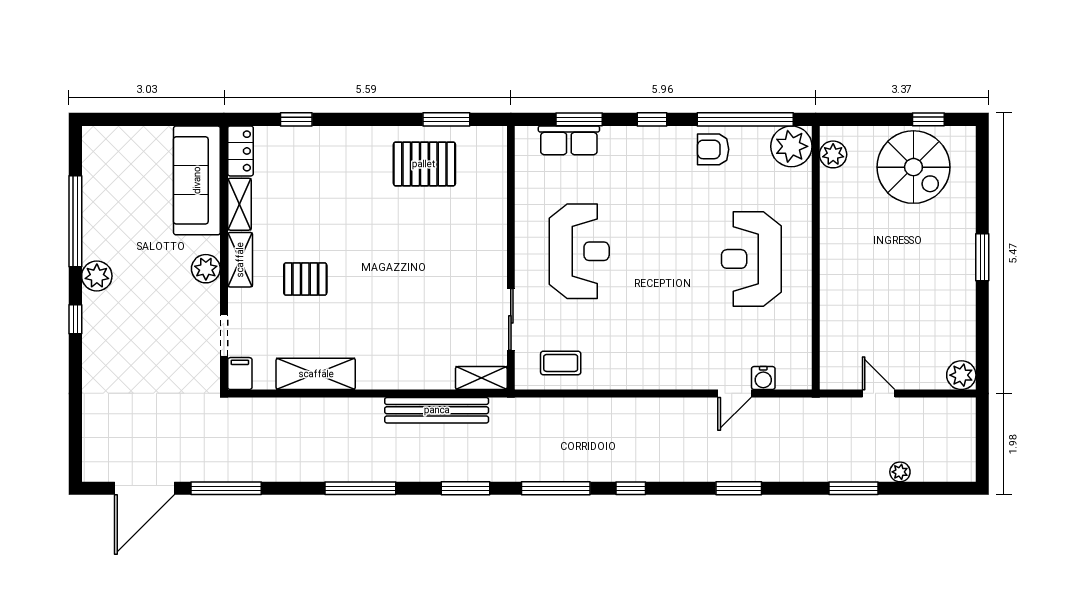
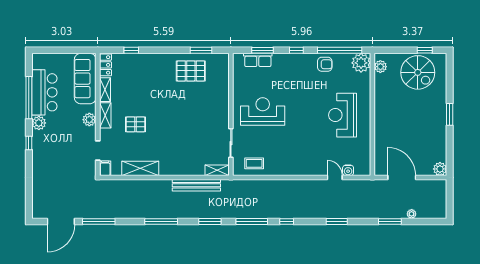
armchair: (713, 149) -> (325, 64), turned 180
bar counter: (109, 210) -> (44, 92), added
reception desk: (579, 251) -> (263, 111), turned -90
door: (735, 393) -> (335, 177), swing flipped
door: (879, 393) -> (402, 177), width x1.87

